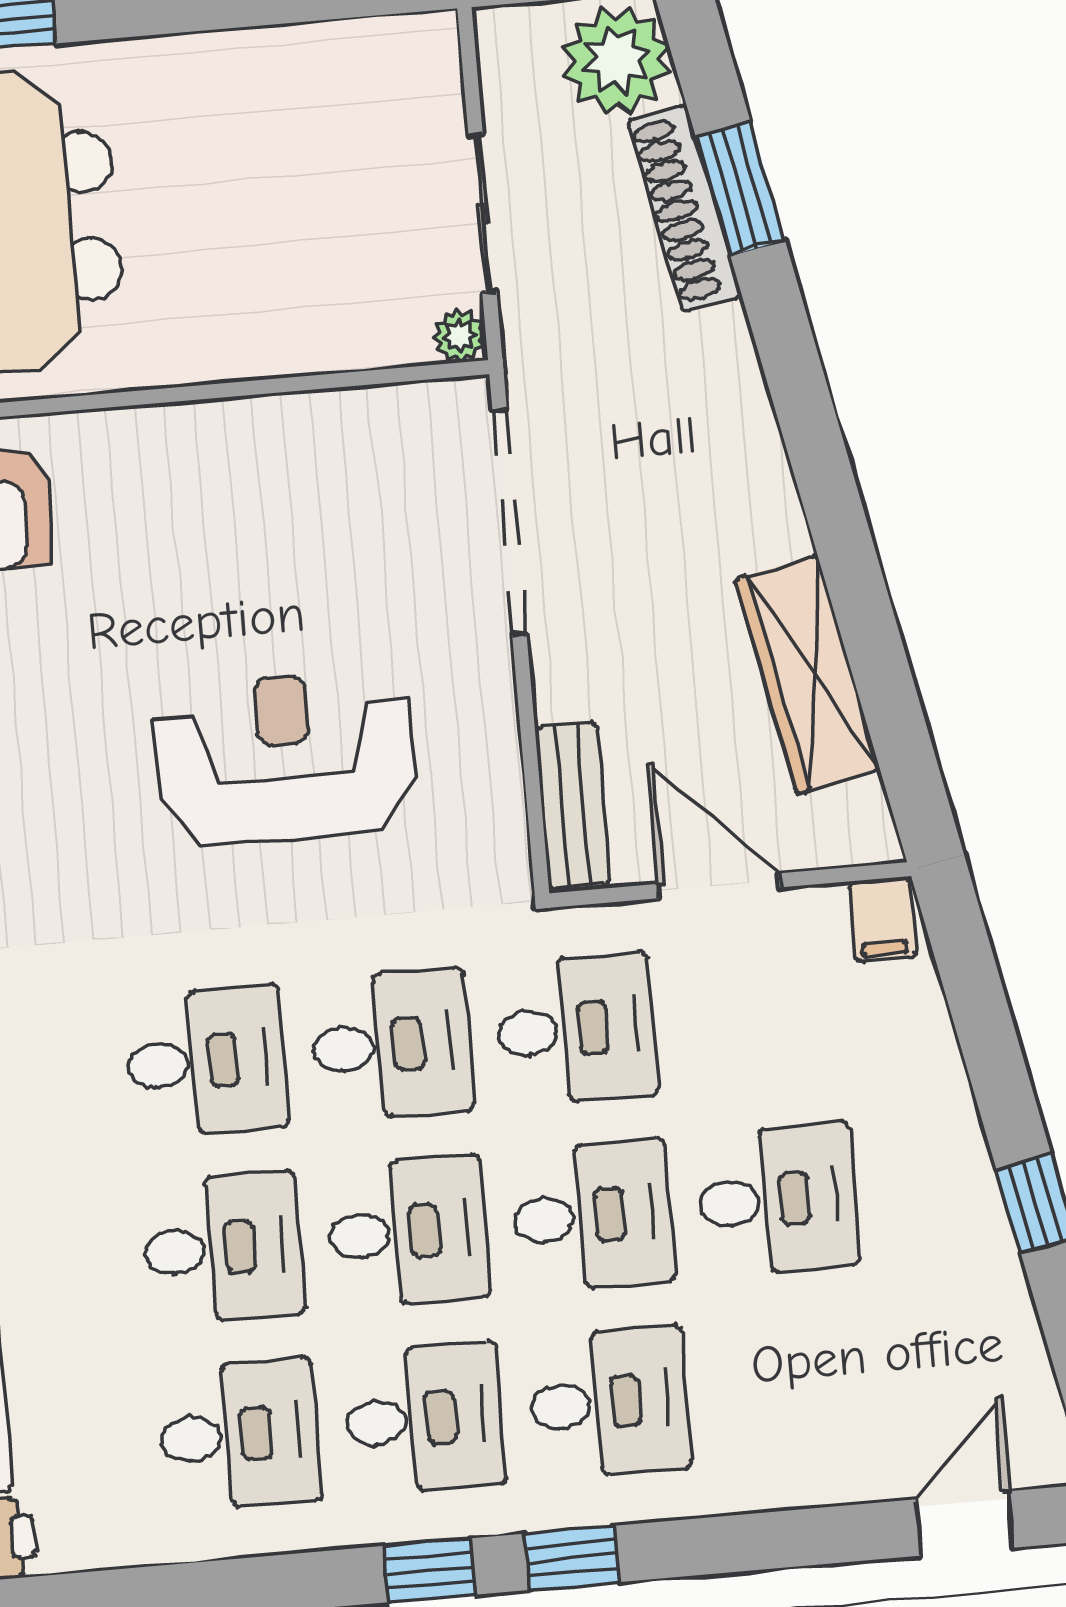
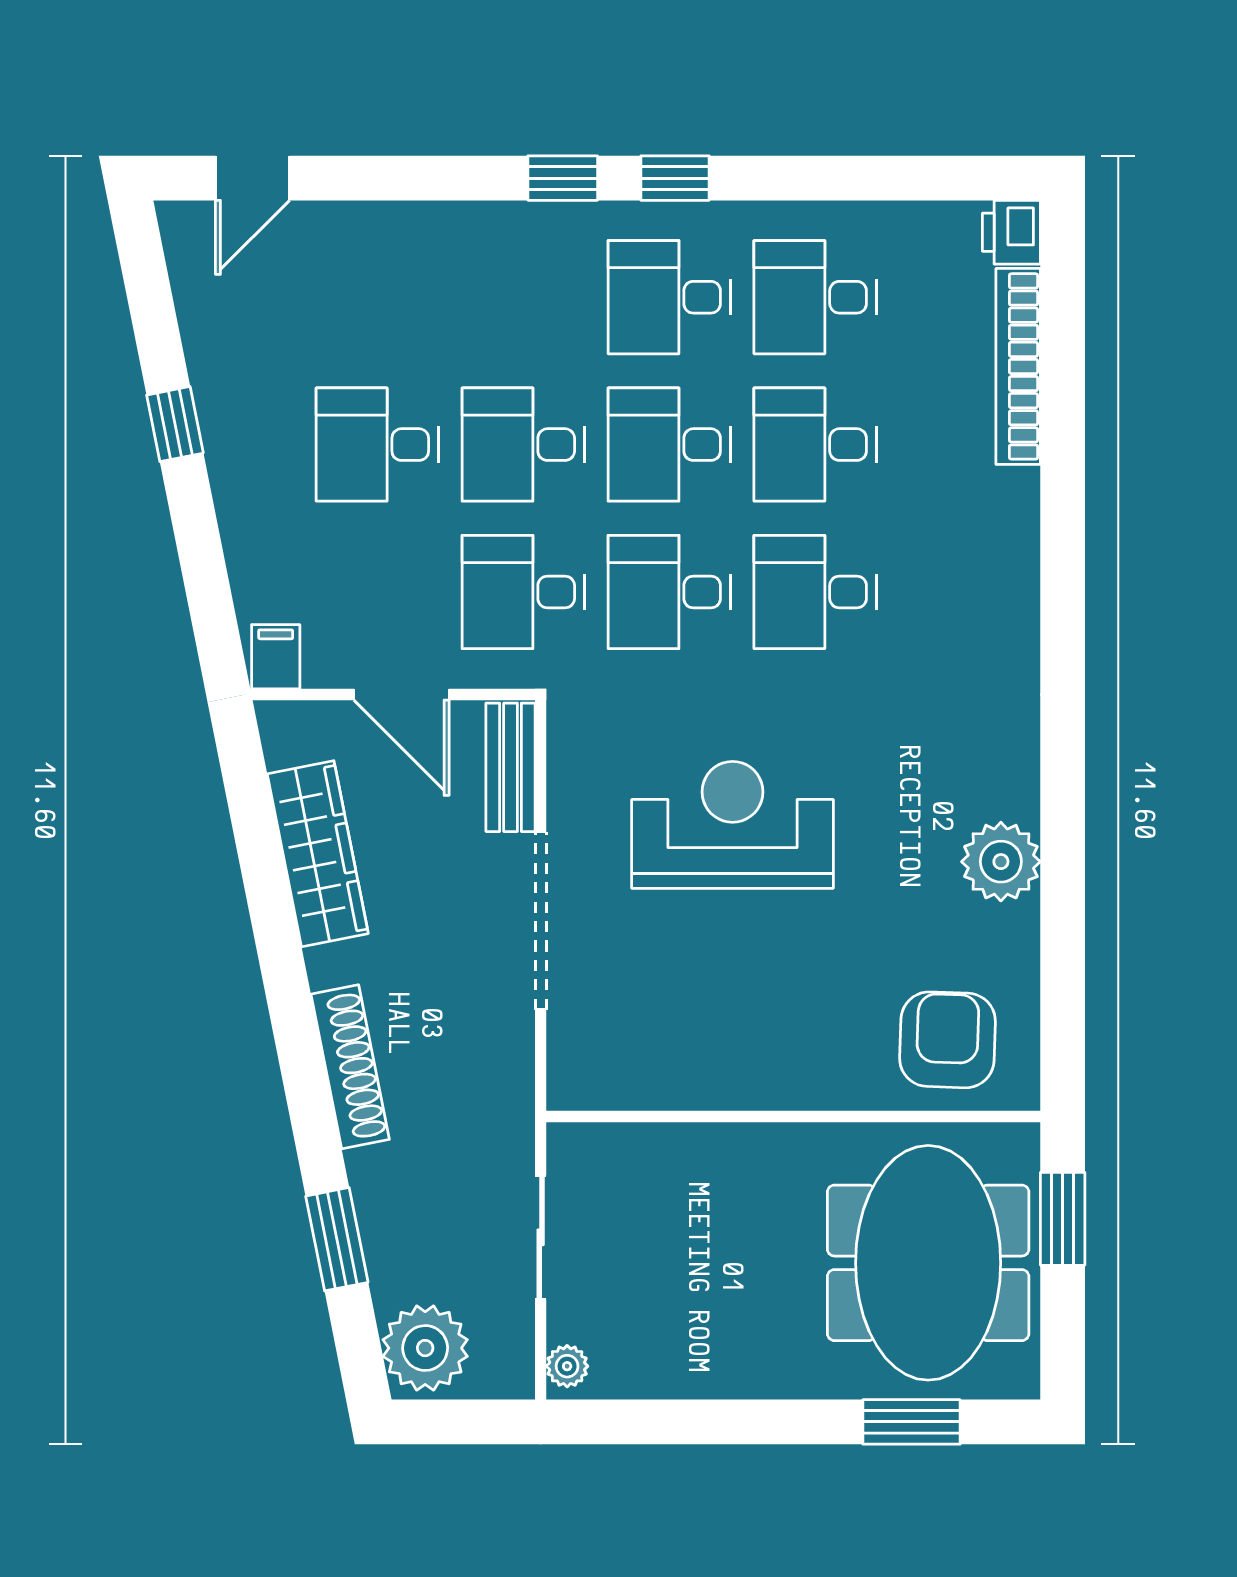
shoe rack: (684, 208) -> (350, 1067), moved
plant: (459, 336) -> (567, 1366), moved
doorway: (509, 522) -> (541, 921), moved
reception desk: (285, 757) -> (733, 825), turned 180
desk: (609, 1403) -> (523, 297), removed

